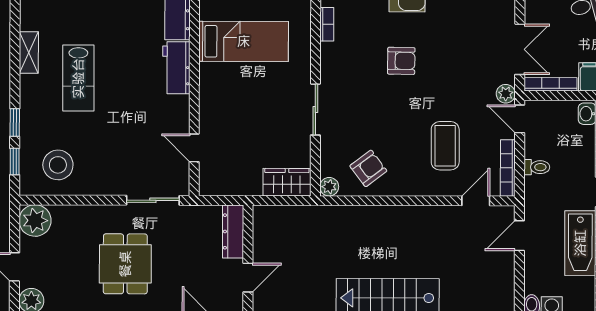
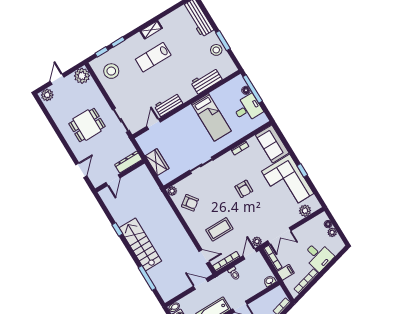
workbench: (176, 68) -> (169, 105), moved
wardrobe: (287, 182) -> (157, 162), moved
door: (248, 278) -> (113, 180), hinge flipped

